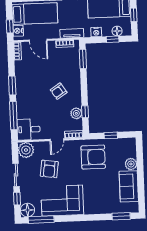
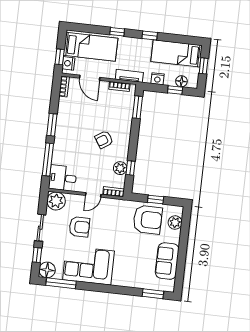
armchair: (93, 157) -> (148, 220), moved
plant: (131, 164) -> (175, 223), moved
armchair: (49, 169) -> (79, 227), turned -98

